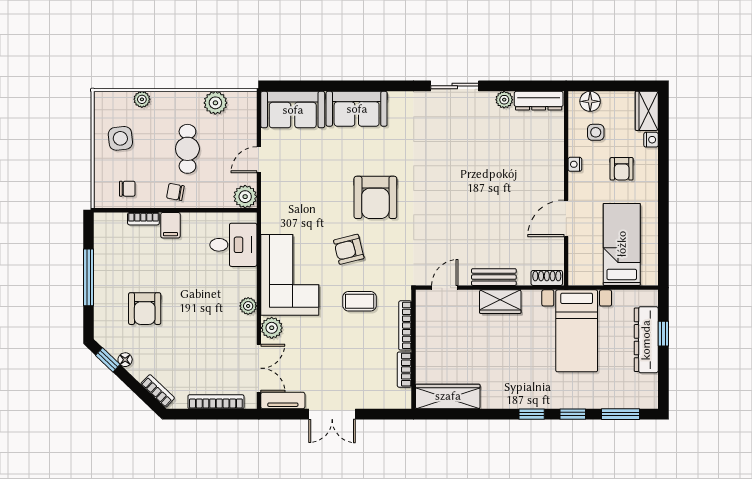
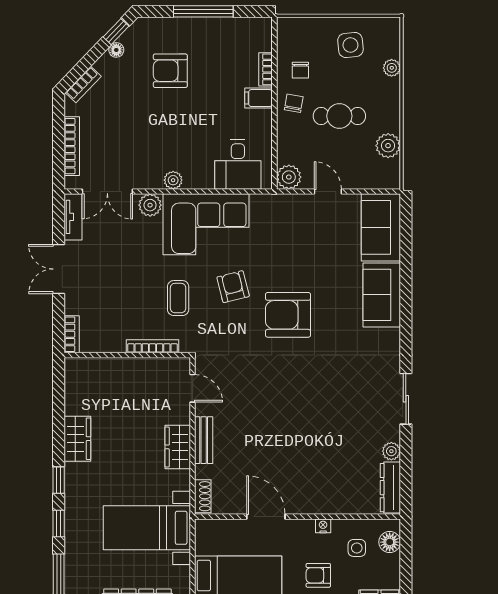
chair: (127, 189) -> (300, 70), moved
bookcase: (404, 370) -> (72, 334), moved, turned 90
wardrobe: (448, 396) -> (77, 439), moved, width x0.67

